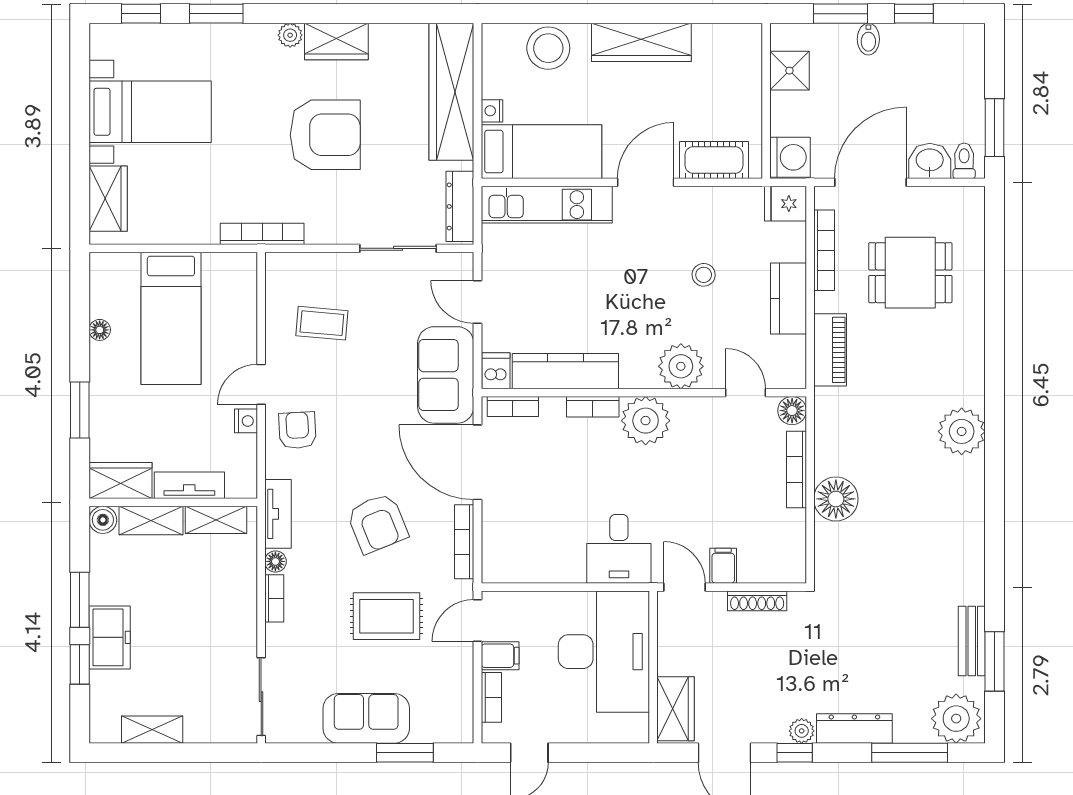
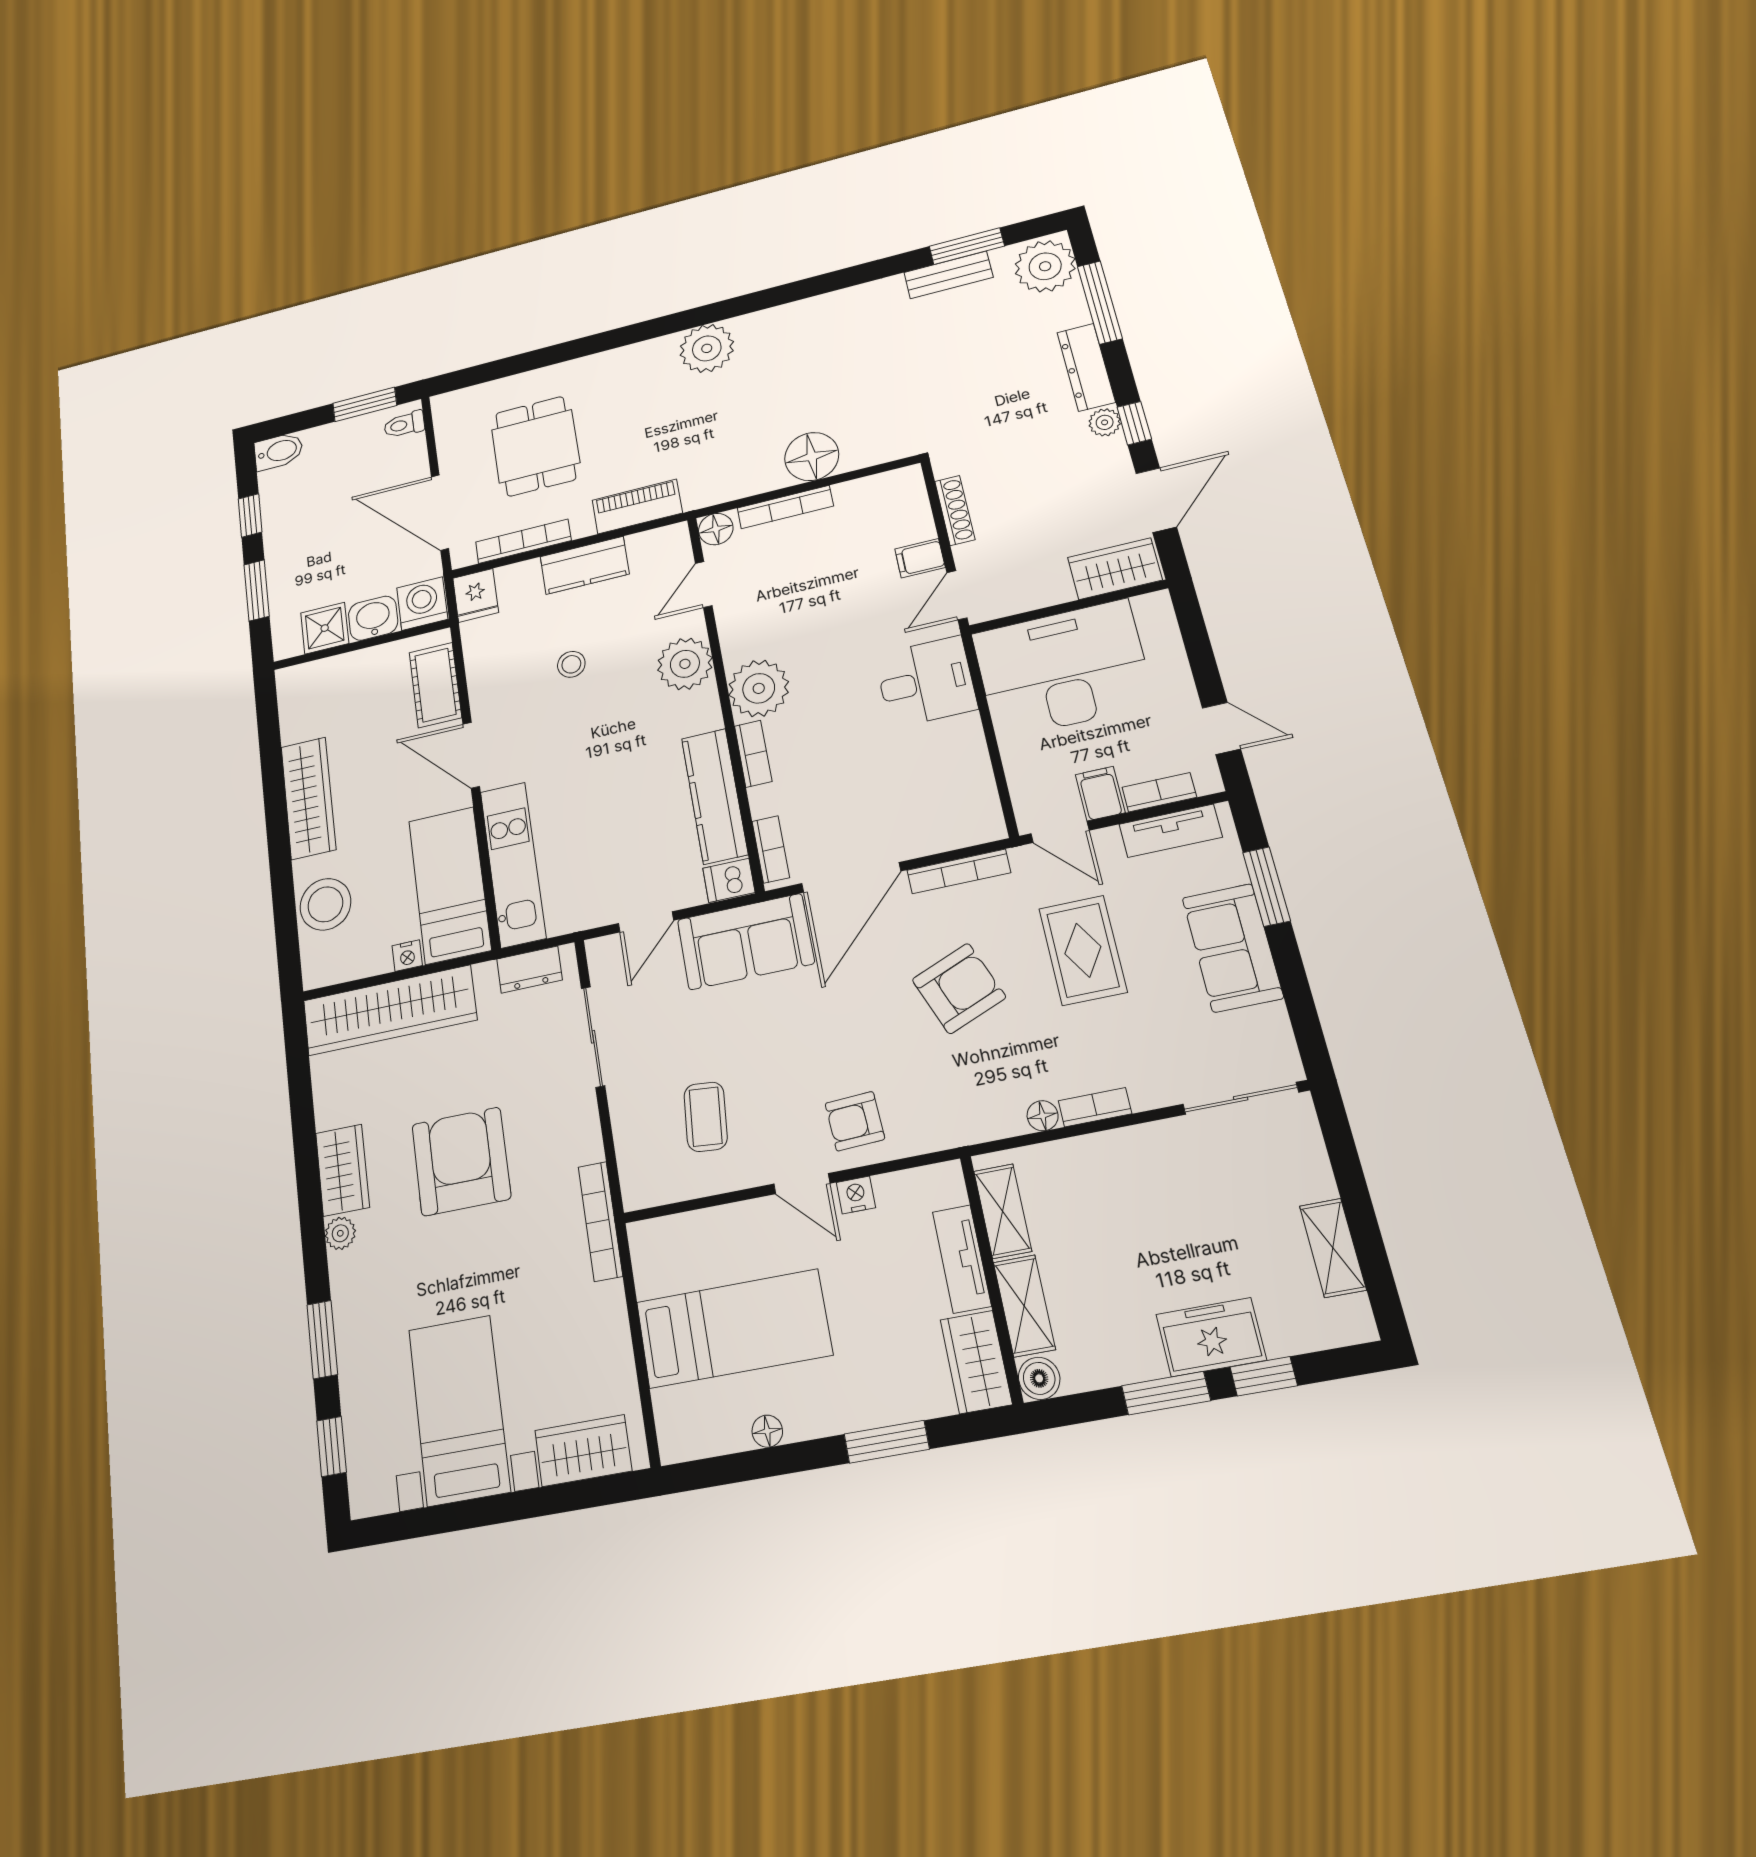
bidet: (868, 39) -> (279, 451), moved, width x1.38, depth x1.36
washbasin: (930, 161) -> (373, 618), moved, turned 90
dresser: (460, 206) -> (529, 970), width x0.70
tv unit: (278, 514) -> (1171, 831), moved, turned 180

